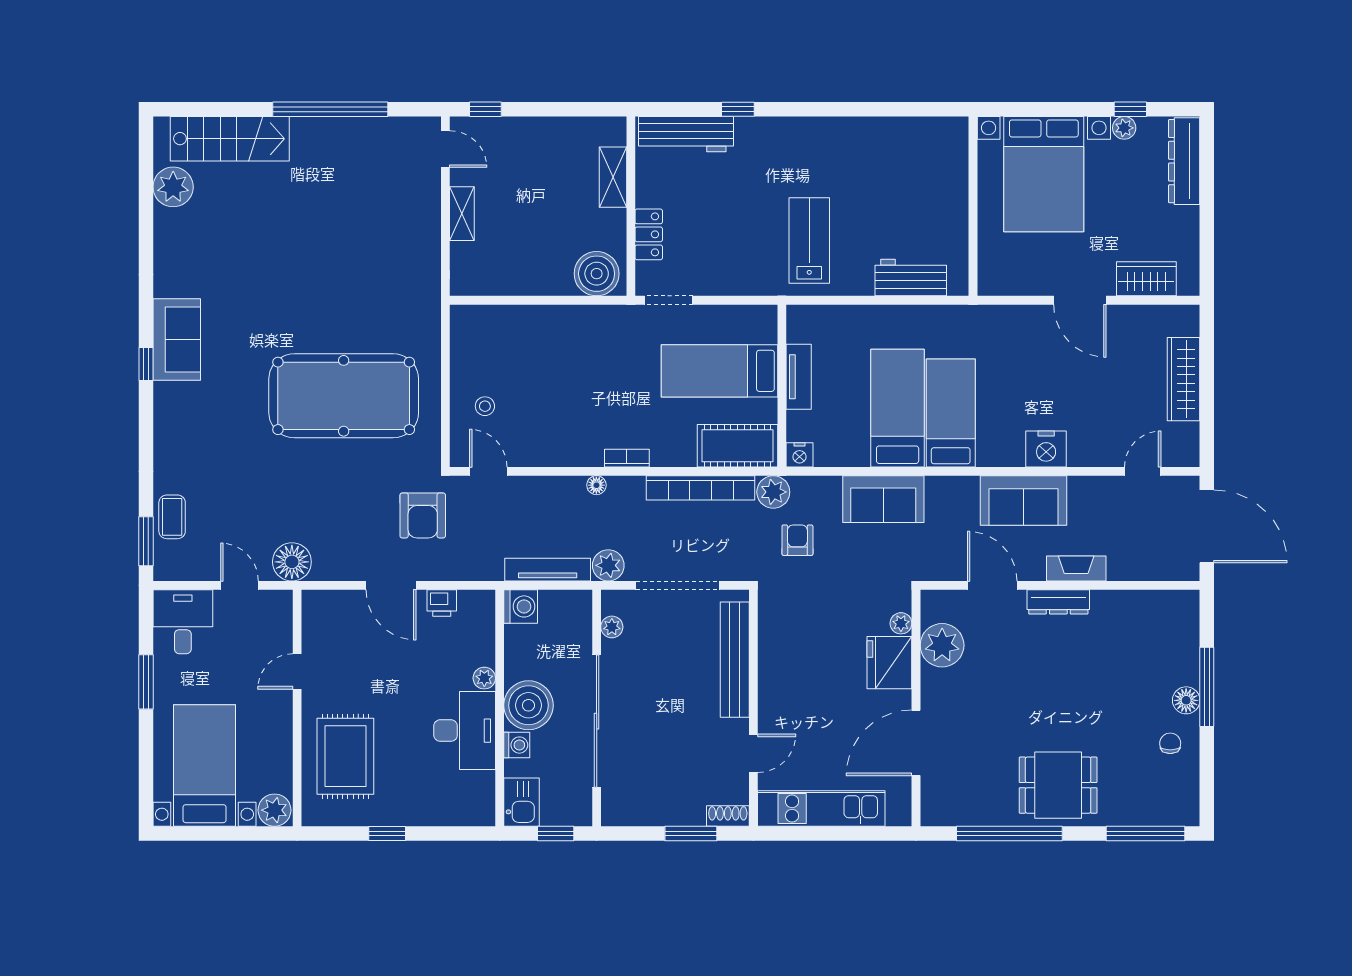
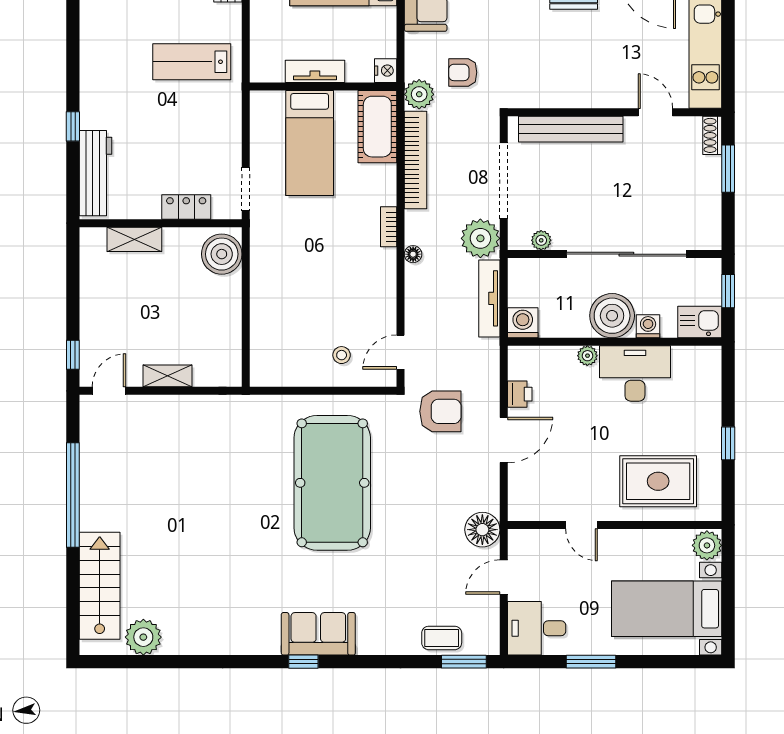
sofa: (177, 339) -> (318, 634), moved
plant: (608, 565) -> (480, 238), width x1.36, depth x1.36

